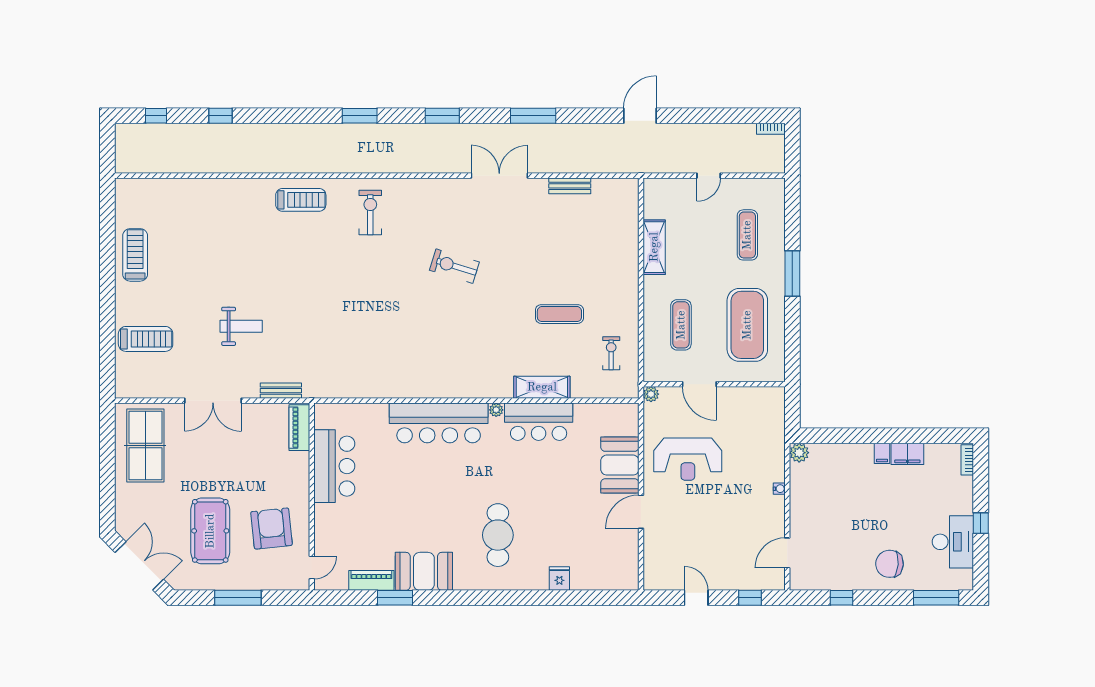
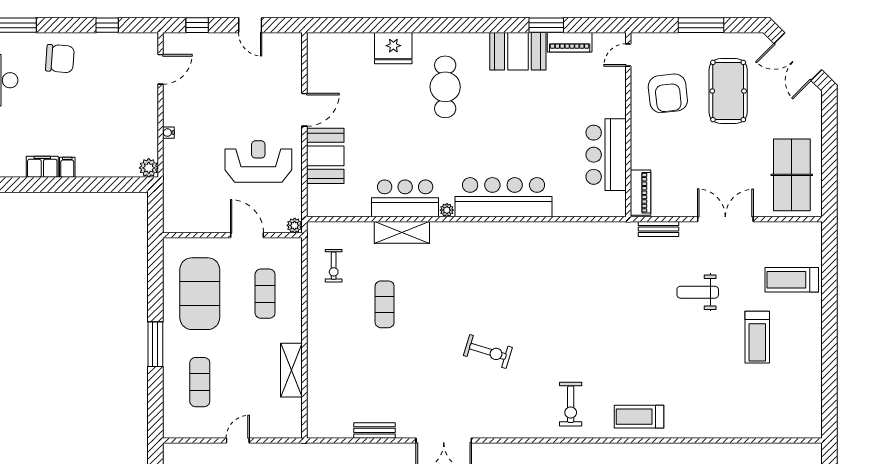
treadmill: (135, 255) -> (757, 337), moved
exercise mat: (559, 314) -> (385, 304), turned 90
fridge: (559, 578) -> (393, 48), width x1.88, depth x1.34

